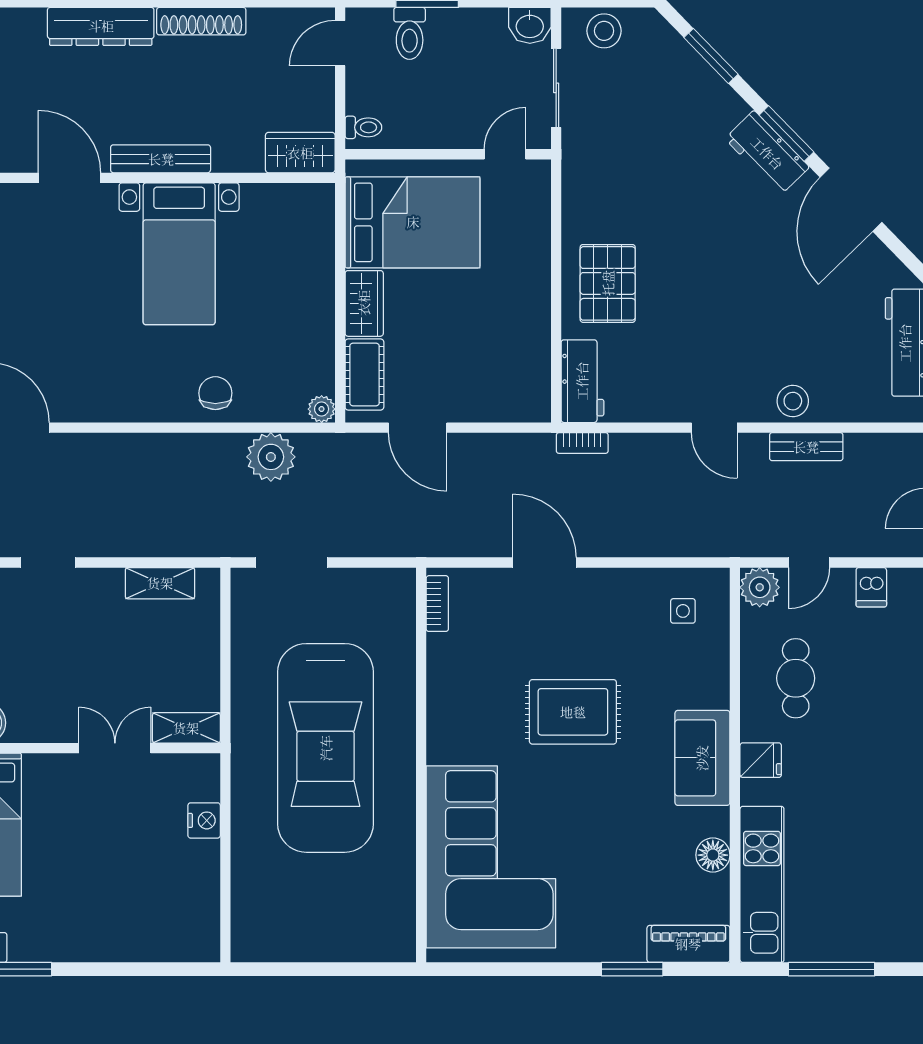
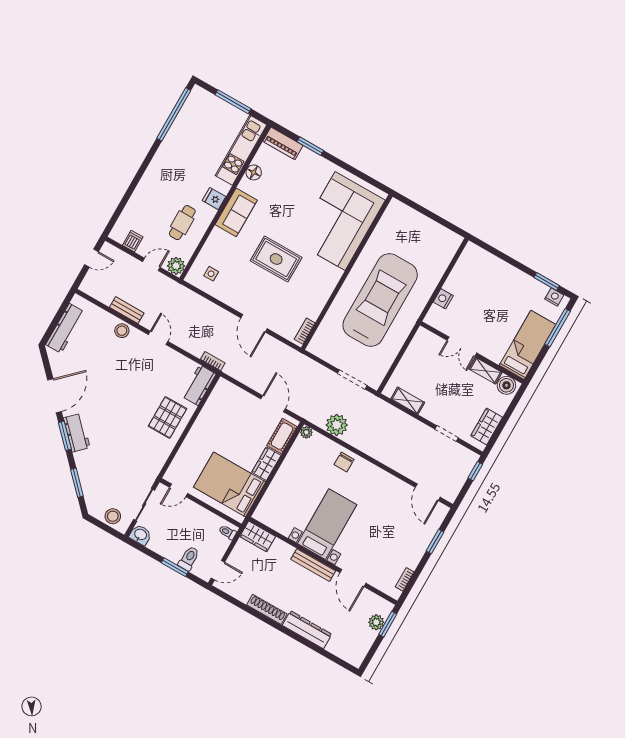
shelving: (186, 728) -> (486, 371), moved

